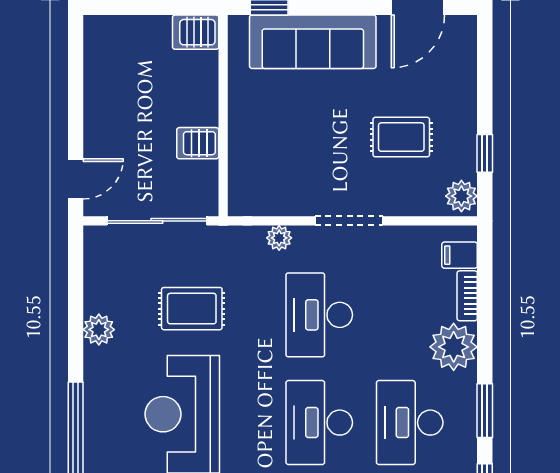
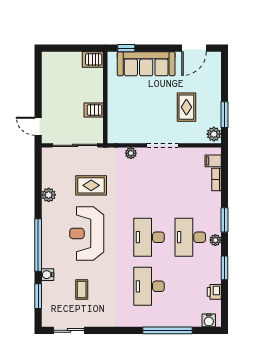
rug: (401, 137) -> (186, 107), turned 90
window: (485, 153) -> (224, 115), width x1.50
door: (76, 179) -> (38, 126), swing flipped
desk: (319, 315) -> (149, 188), removed
plant: (454, 347) -> (215, 240), moved, width x0.53, depth x0.53
window: (485, 411) -> (224, 220), moved

